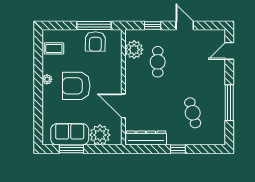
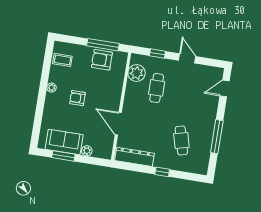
armchair: (95, 41) -> (102, 60), turned 89
armchair: (76, 86) -> (77, 98), width x0.53, depth x0.53
plant: (100, 135) -> (87, 151), width x0.53, depth x0.53

